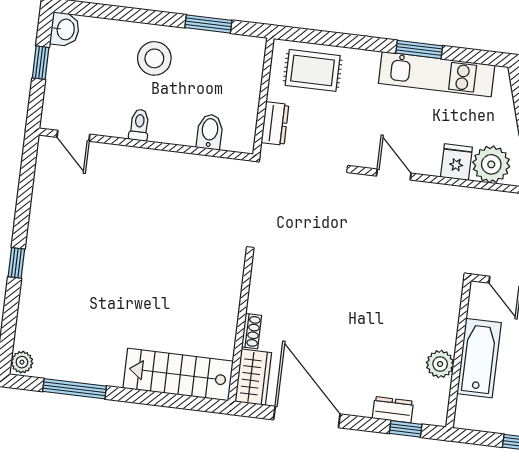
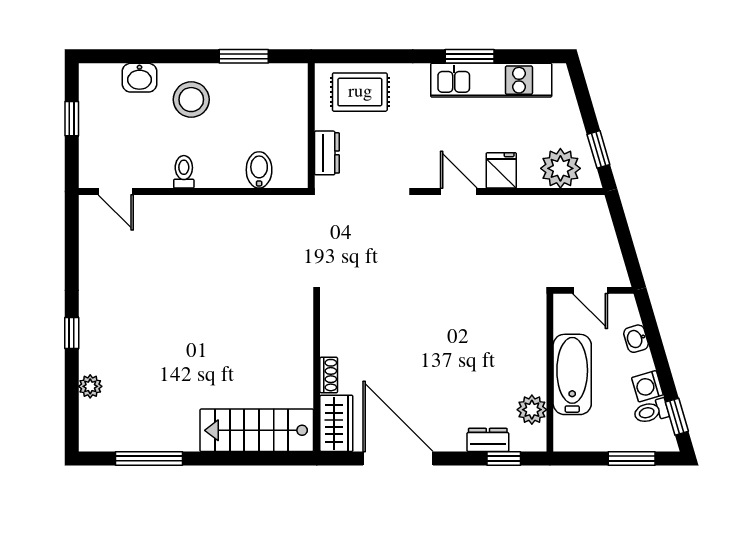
washbasin: (65, 29) -> (139, 78), moved, turned 90
fridge: (456, 162) -> (501, 170), moved
plant: (22, 362) -> (90, 386), moved
plant: (440, 364) -> (532, 410), moved

